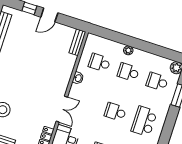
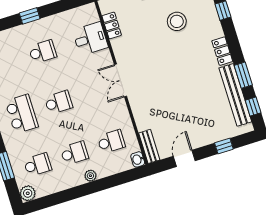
door: (49, 15) -> (184, 158), moved
washbasin: (78, 78) -> (138, 159), moved
double door: (62, 109) -> (121, 80), moved

